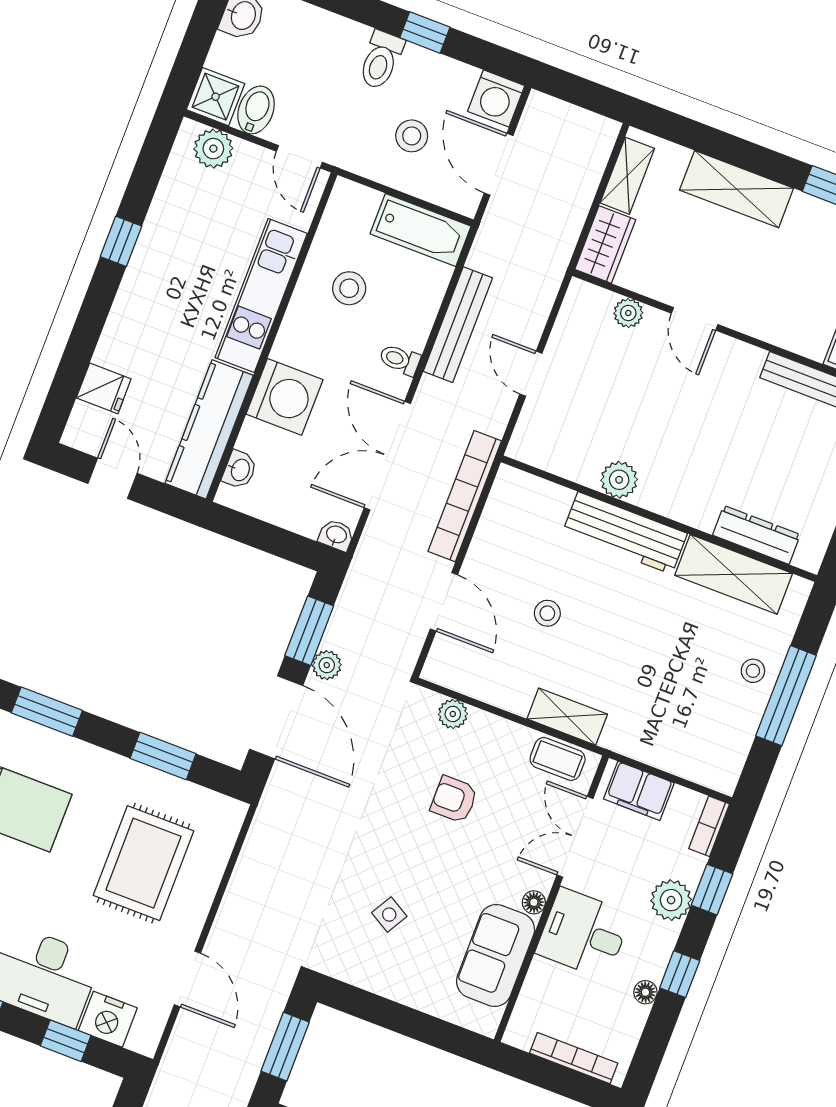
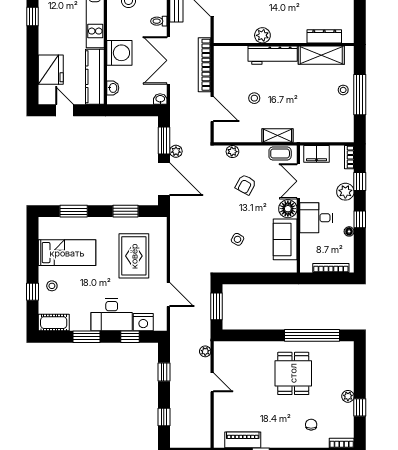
fridge: (104, 388) -> (51, 70), width x1.88, depth x1.34
armchair: (454, 799) -> (246, 185), turned -61
floor lamp: (534, 902) -> (288, 209), width x1.89, depth x1.89

